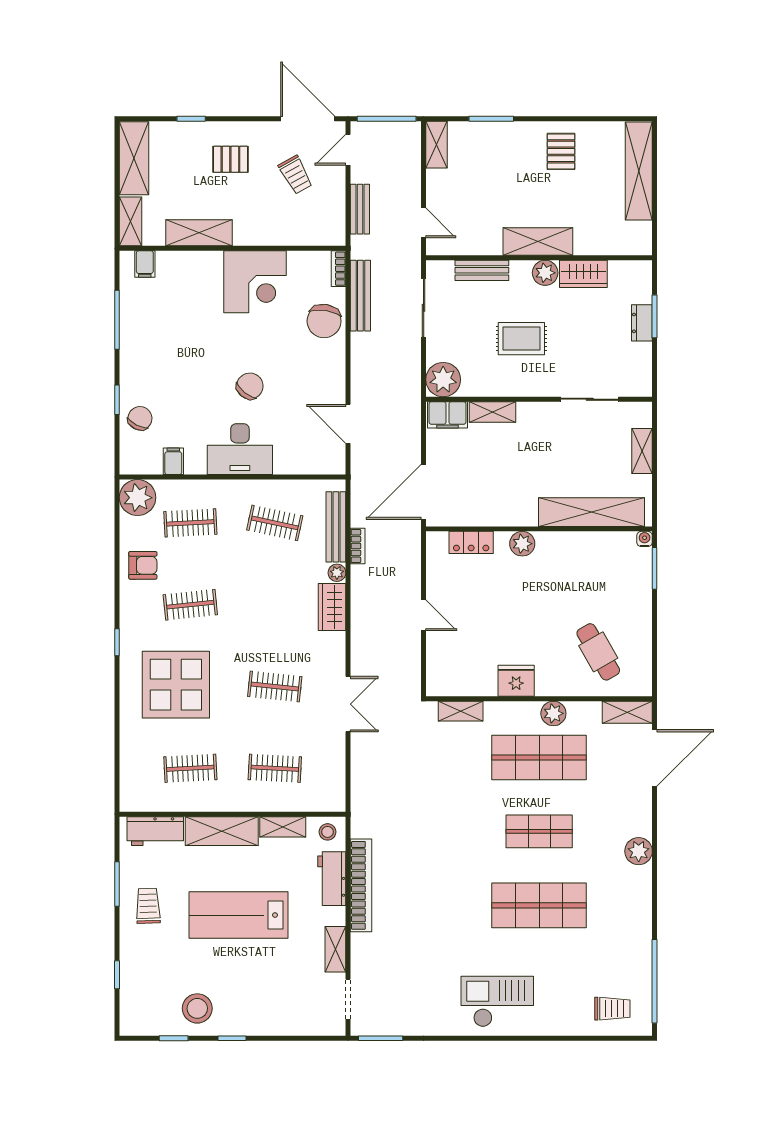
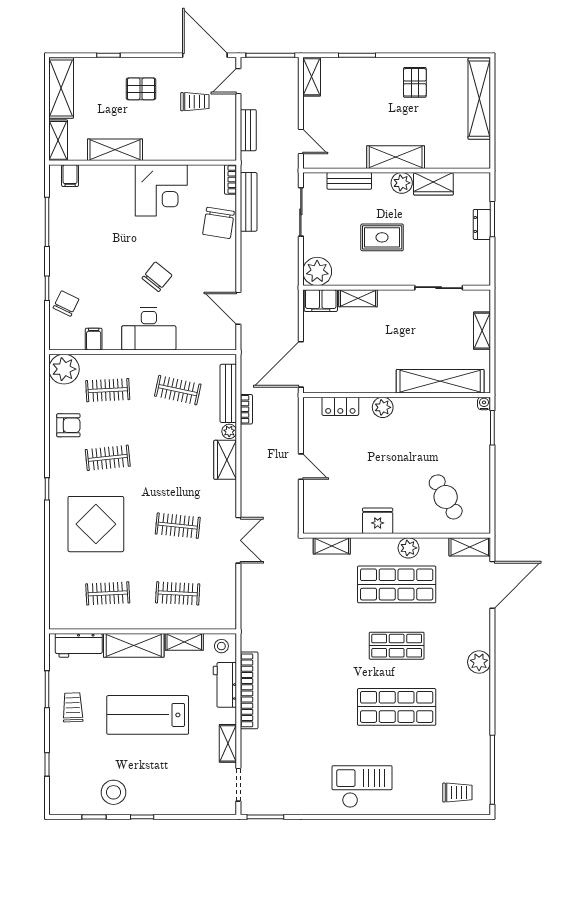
trolley: (296, 175) -> (195, 102), turned -61

